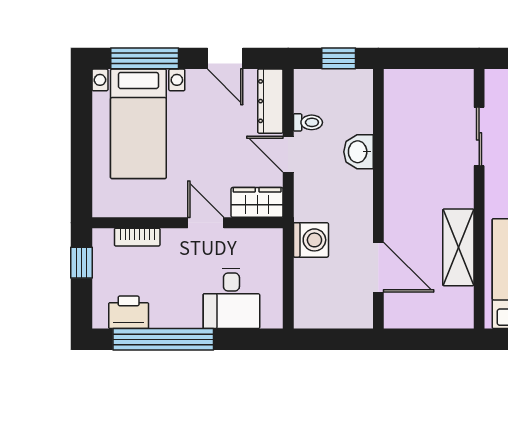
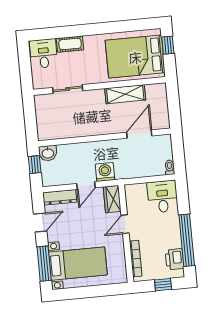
toilet: (308, 122) -> (170, 167), moved
washbasin: (358, 152) -> (48, 153), moved
bookcase: (137, 237) -> (136, 259), width x1.56
washing machine: (311, 240) -> (105, 172), moved
window: (81, 263) -> (163, 285), moved
desk: (231, 298) -> (162, 197), moved, turned -90

